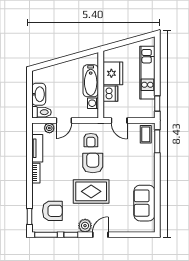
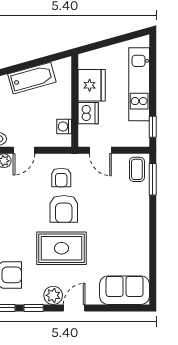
bathtub: (91, 81) -> (32, 78), moved, turned -106
armchair: (93, 163) -> (64, 209), turned 180
sofa: (144, 203) -> (125, 290), moved, turned 90

